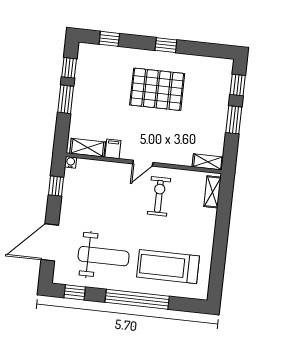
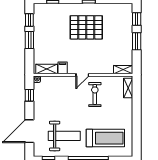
treadmill: (168, 267) -> (105, 138), turned 180

